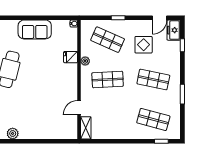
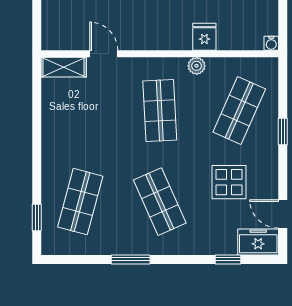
shop shelf: (153, 80) -> (160, 202), turned -36

